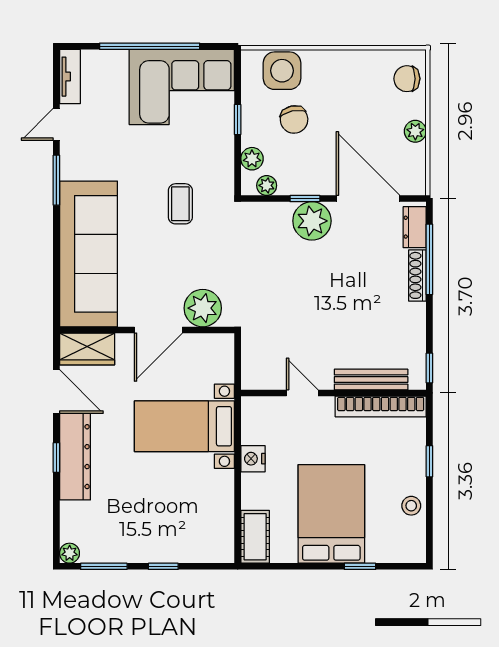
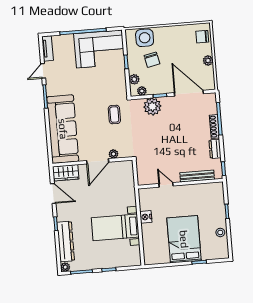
coffee table: (180, 204) -> (114, 115), moved
plant: (312, 221) -> (152, 106), moved
dresser: (415, 227) -> (215, 149), moved
plant: (203, 308) -> (114, 154), width x0.53, depth x0.53
bookcase: (381, 406) -> (203, 188), removed
bed with nightstands: (184, 426) -> (115, 227), moved
dresser: (75, 457) -> (66, 241), moved
cot: (255, 537) -> (150, 253), removed

